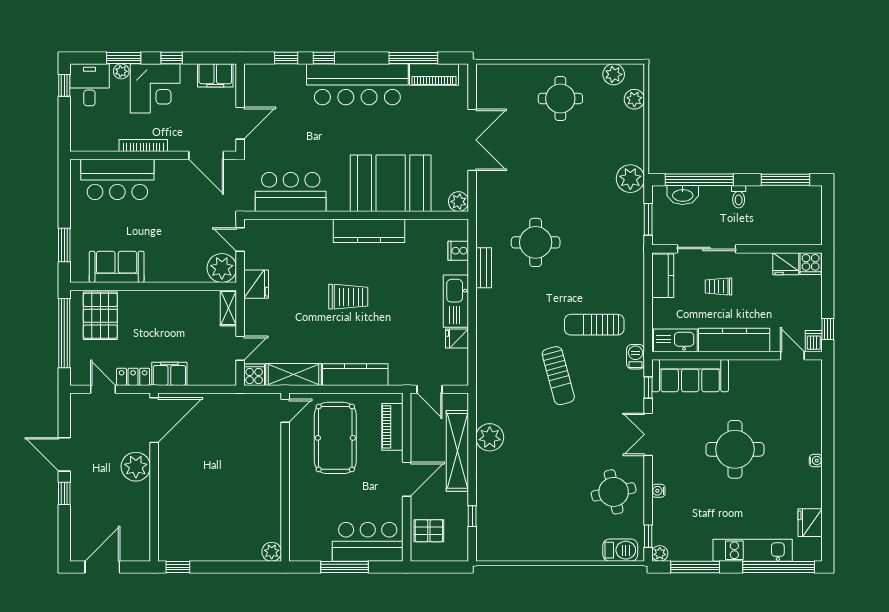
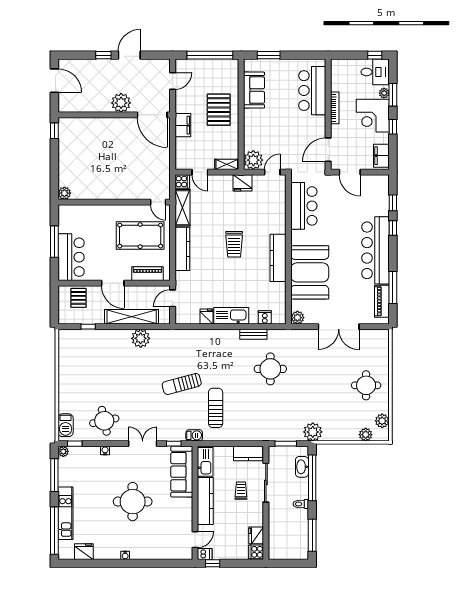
pallet: (100, 316) -> (219, 110), moved, turned 90
locker: (133, 377) -> (181, 101), removed

